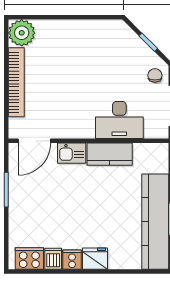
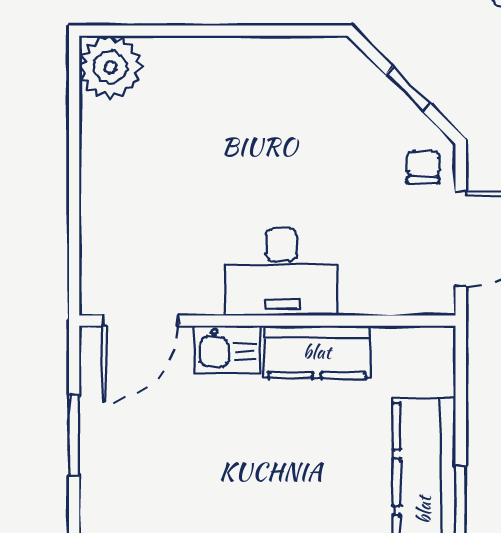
bookcase: (16, 82) -> (98, 183), removed
desk: (119, 120) -> (281, 272), moved

